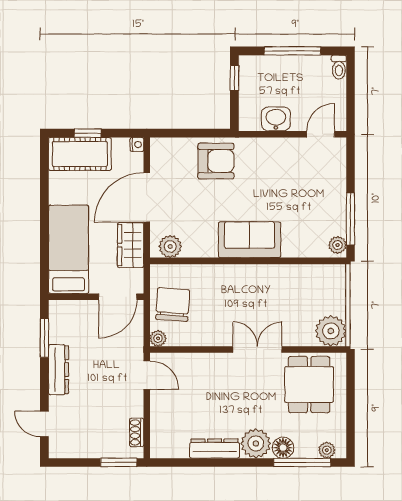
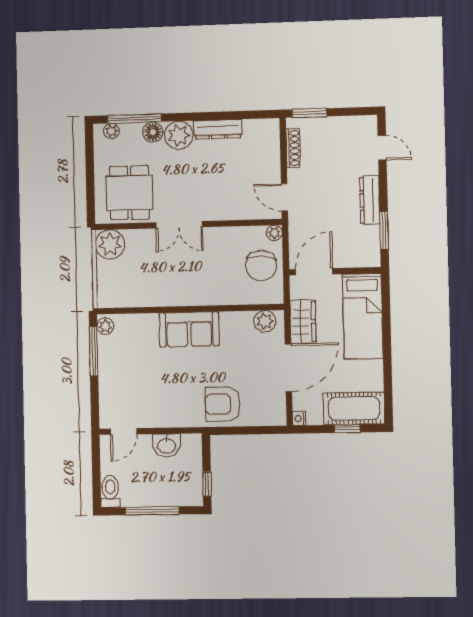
toilet: (339, 67) -> (110, 491), width x1.37, depth x1.39
shoe rack: (137, 432) -> (293, 148), width x1.43

